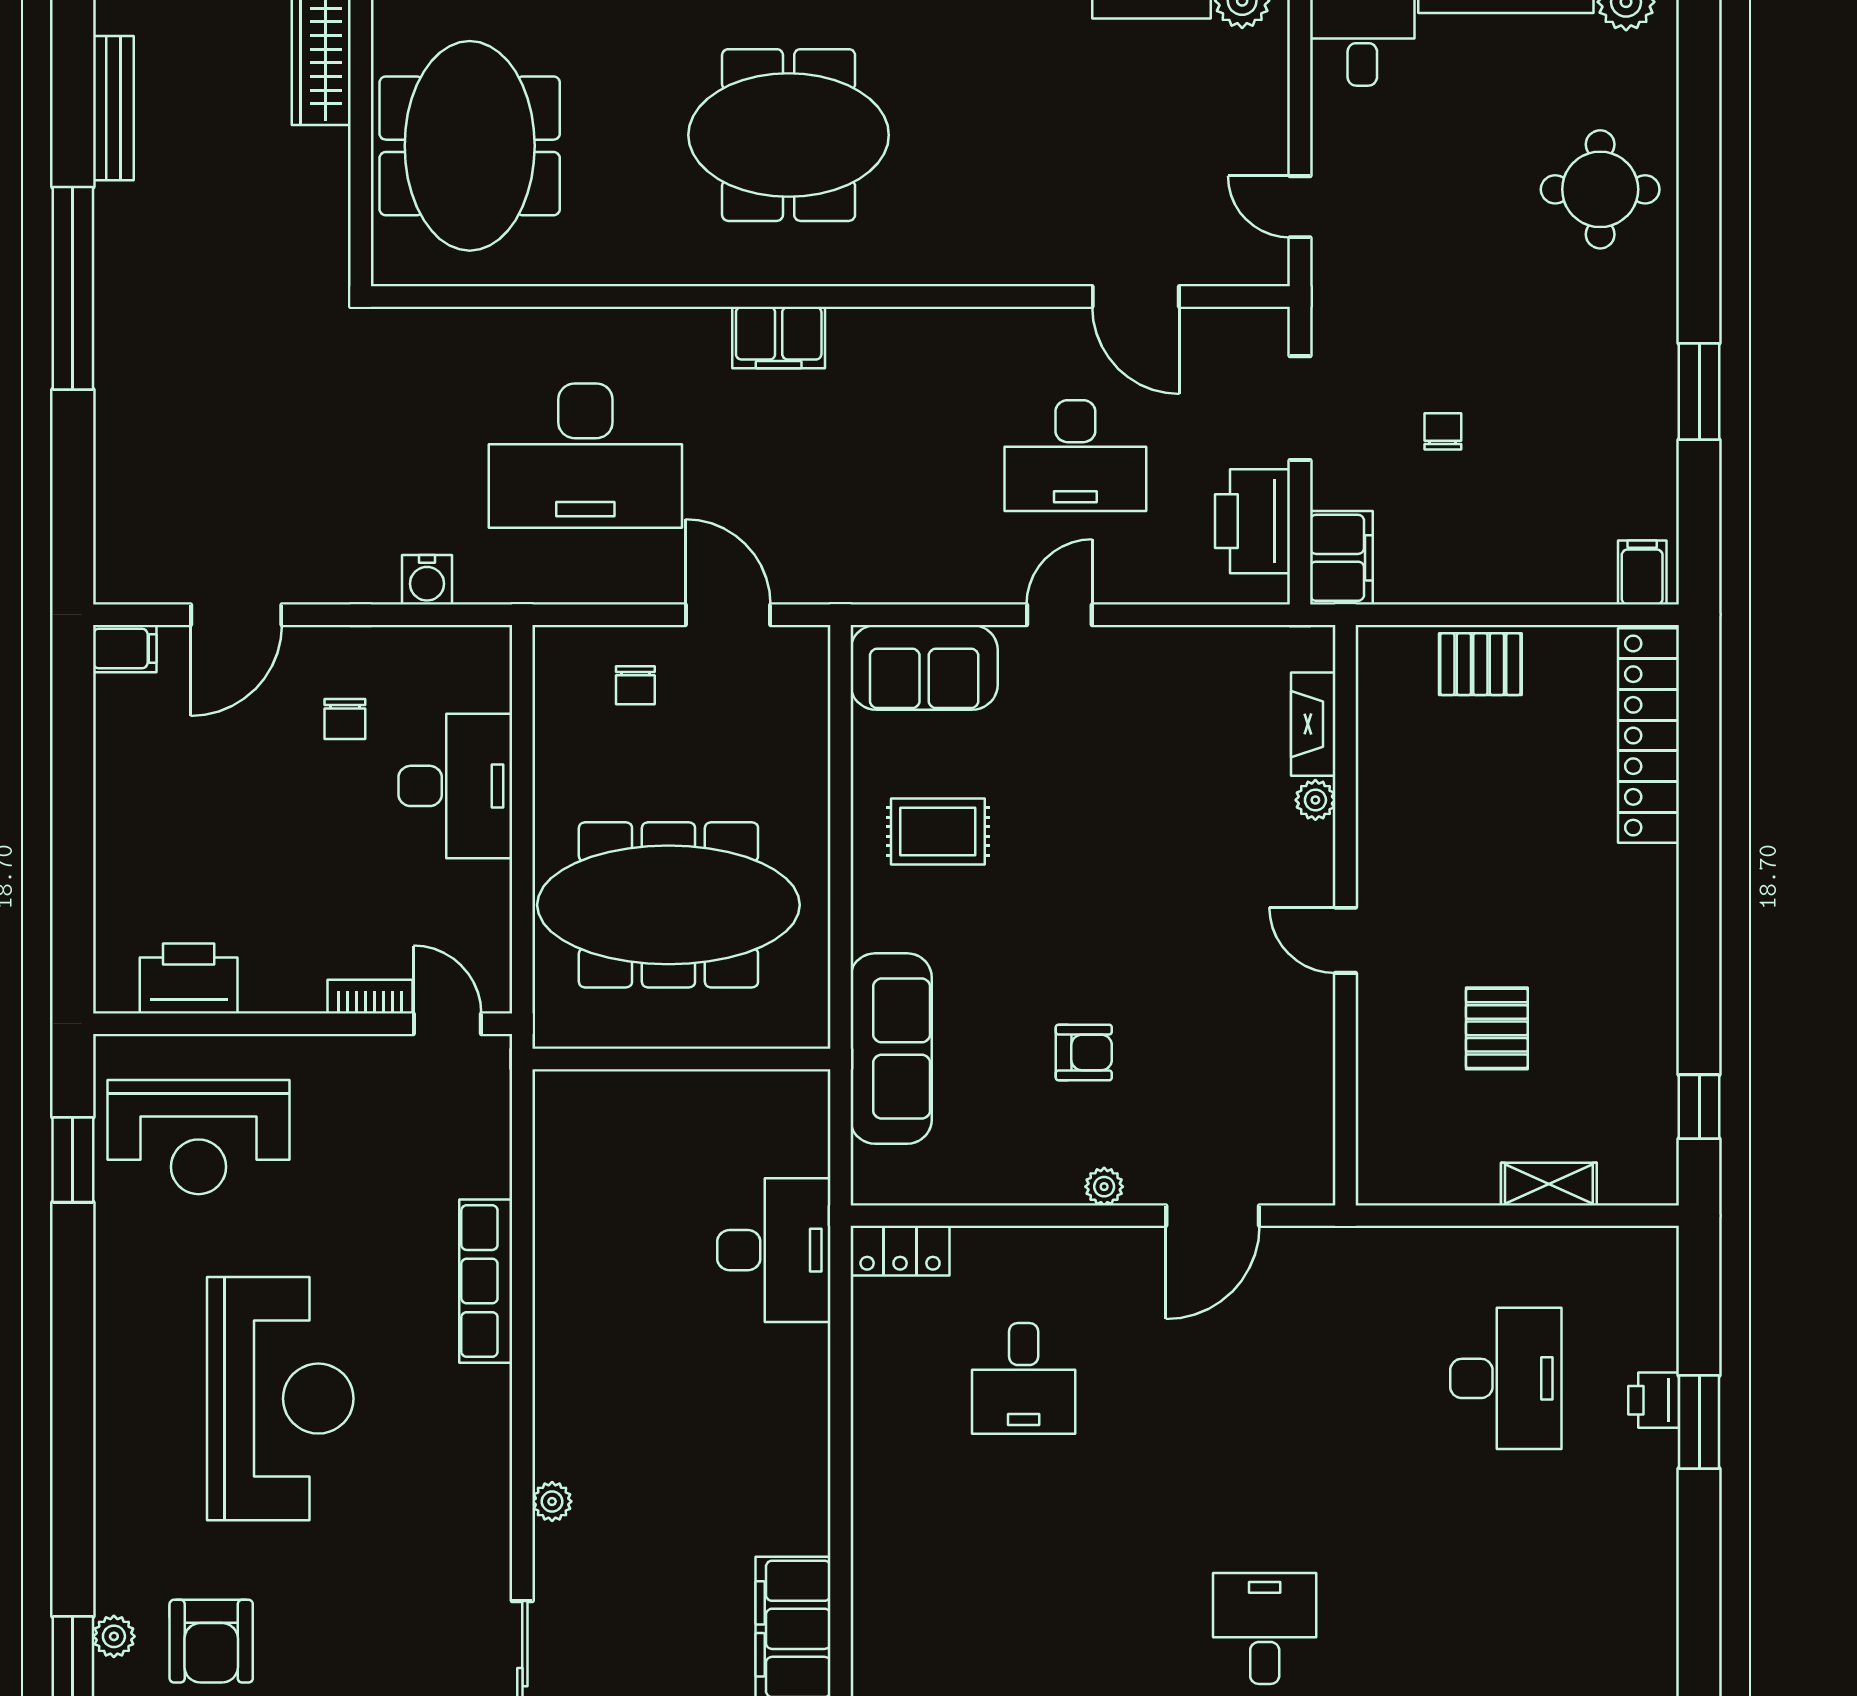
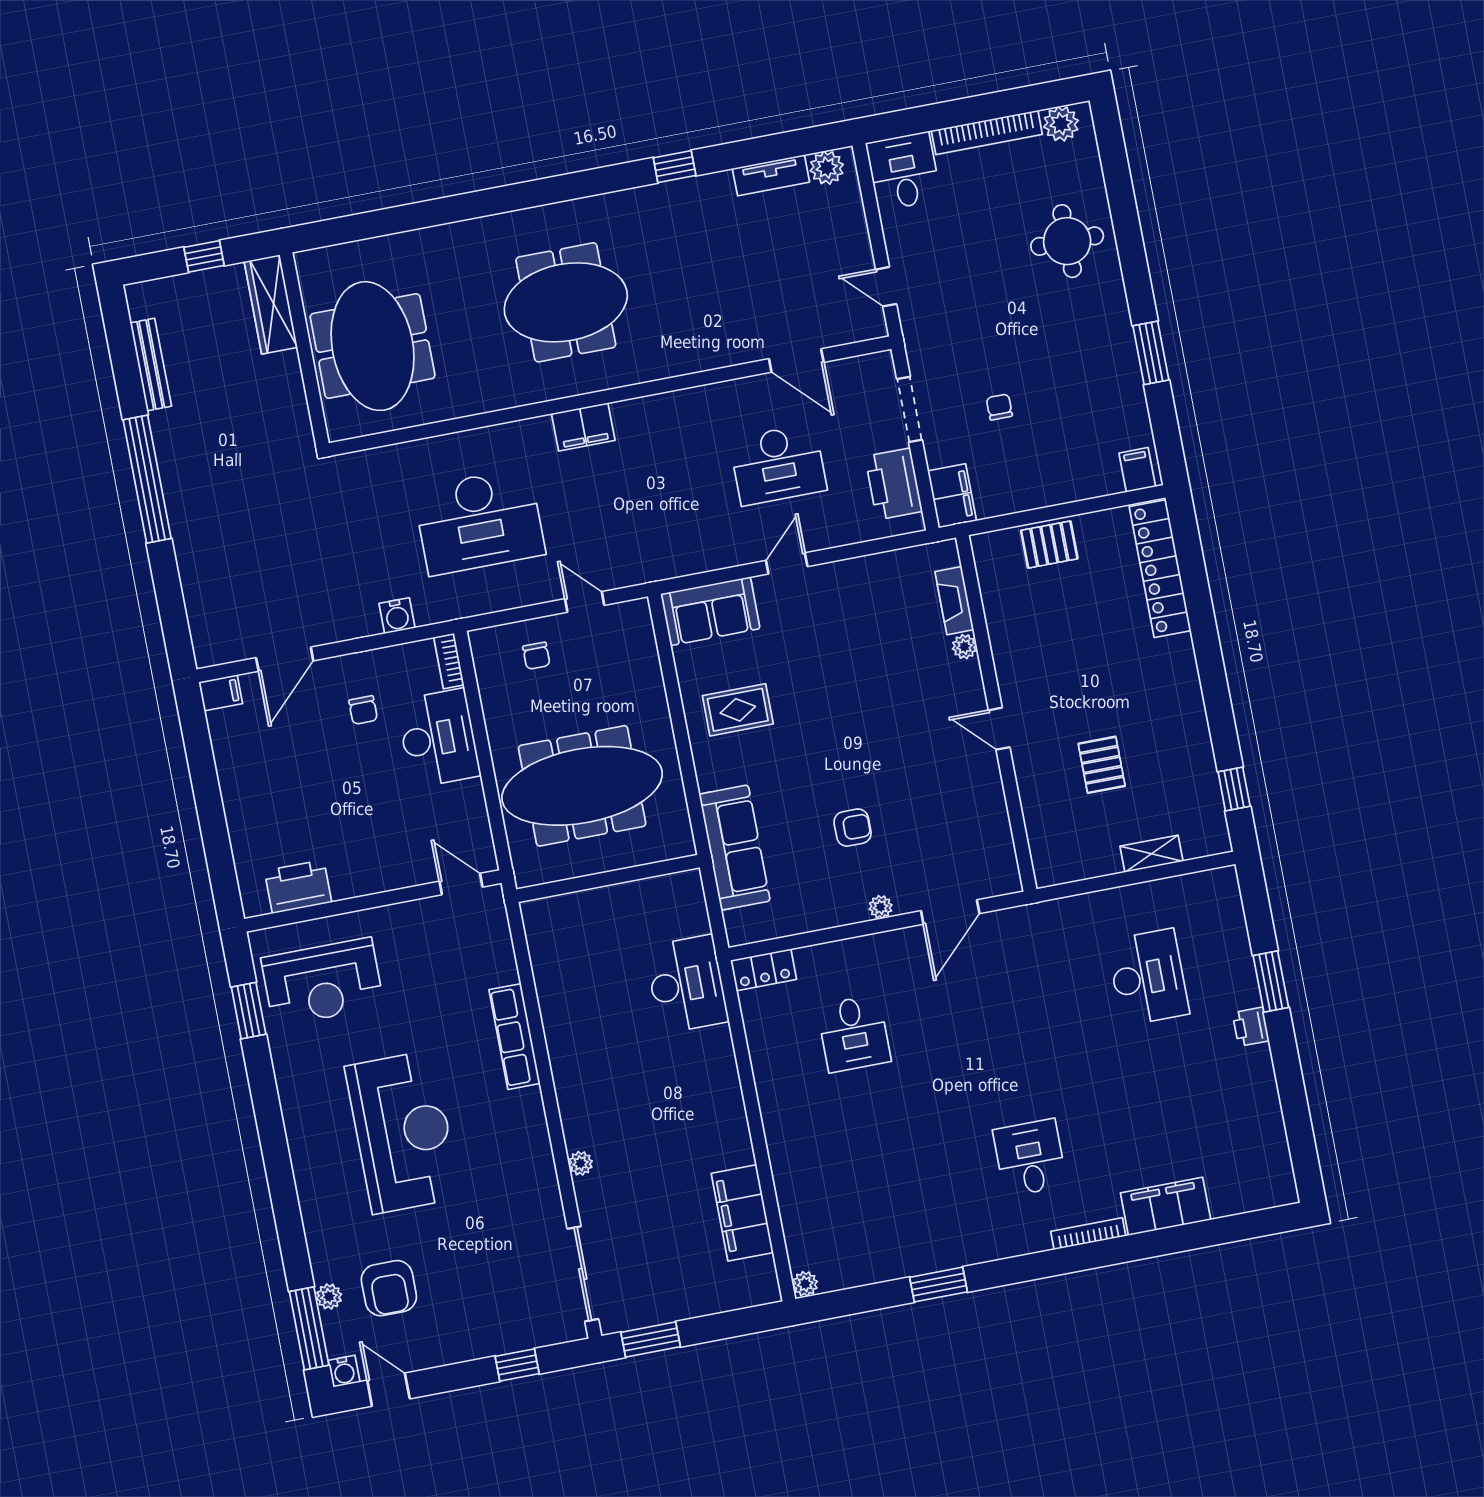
door: (728, 615) -> (585, 602), width x0.73
bookcase: (370, 997) -> (449, 661), moved, turned -90
printer: (1654, 1400) -> (1251, 1027), moved

